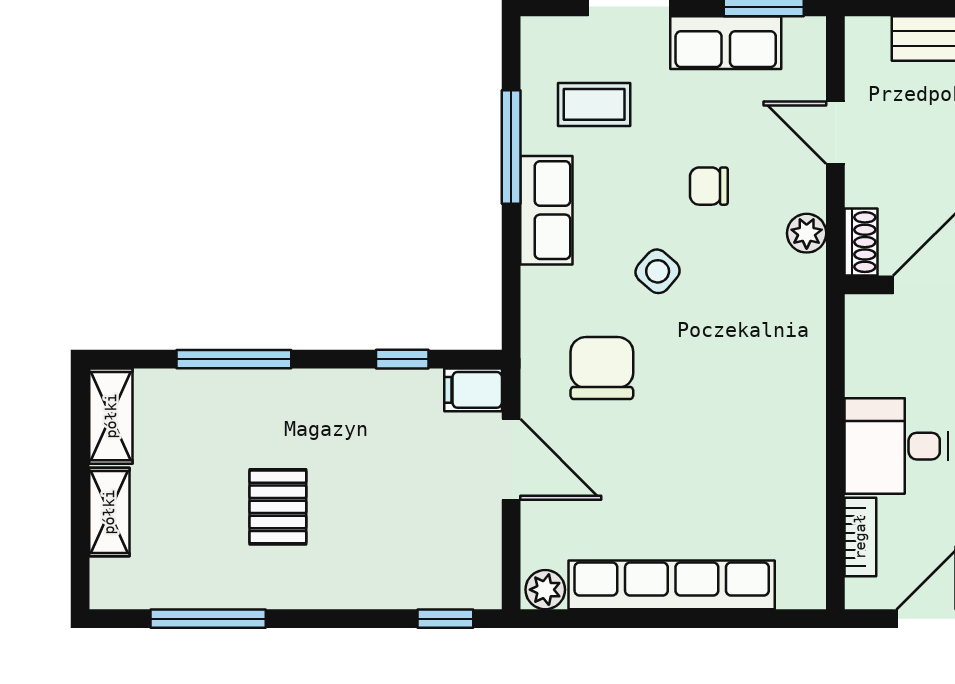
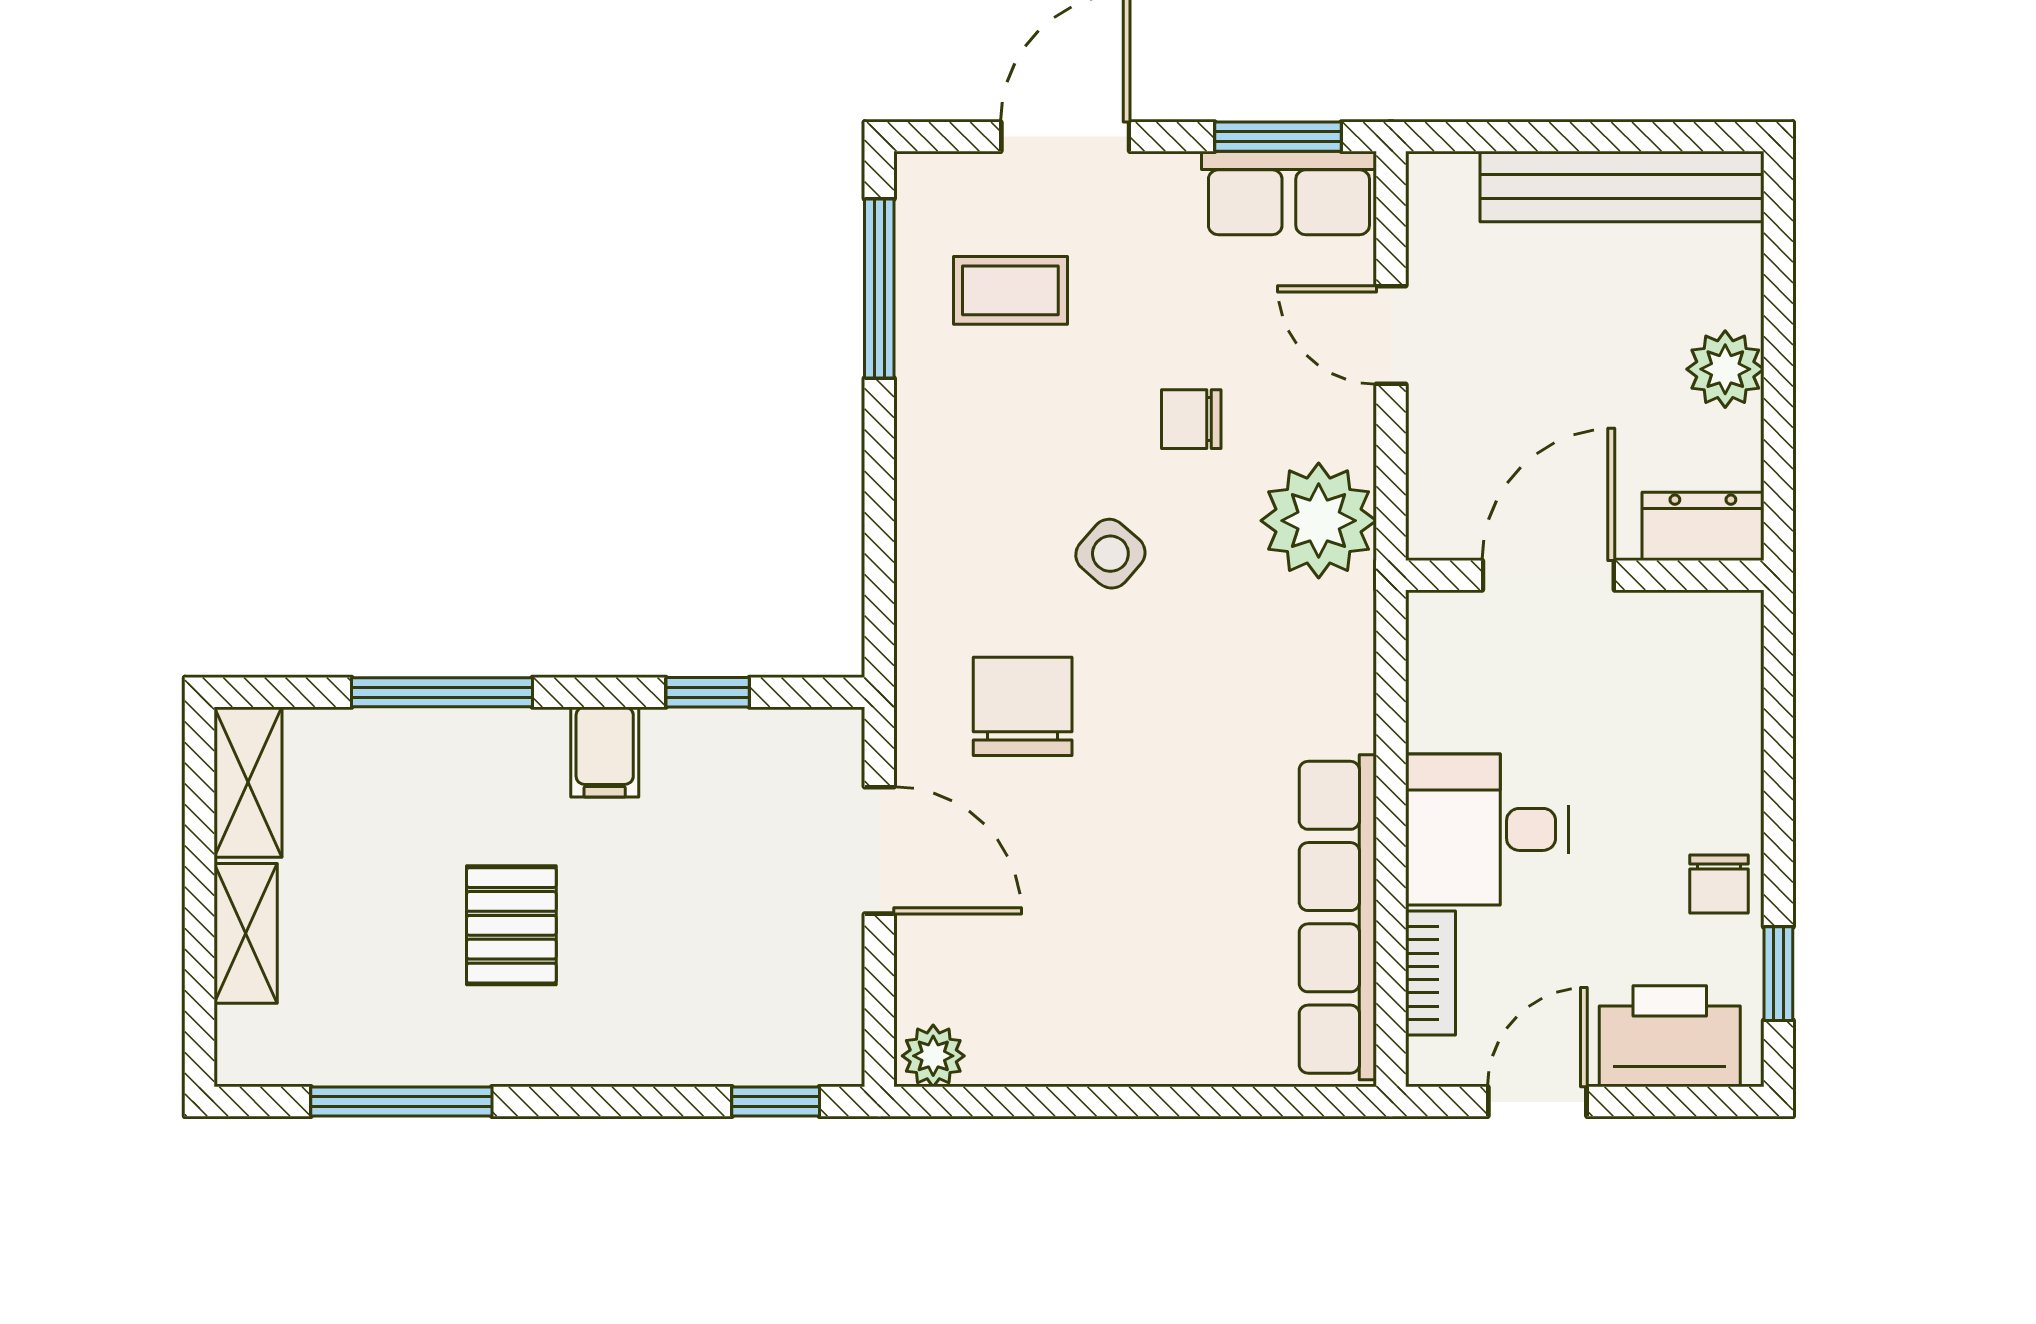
row of seats: (726, 43) -> (1289, 193), moved
window: (511, 147) -> (879, 288), moved
row of seats: (546, 210) -> (935, 457), removed
plant: (807, 233) -> (1319, 521), width x1.87, depth x1.87
shoe rack: (861, 242) -> (1431, 508), removed
filing cabinet: (473, 390) -> (605, 752), moved, turned -90
row of seats: (672, 585) -> (1338, 917), moved, turned -90

